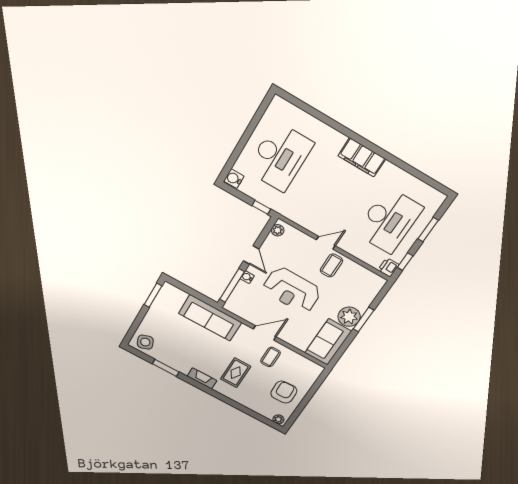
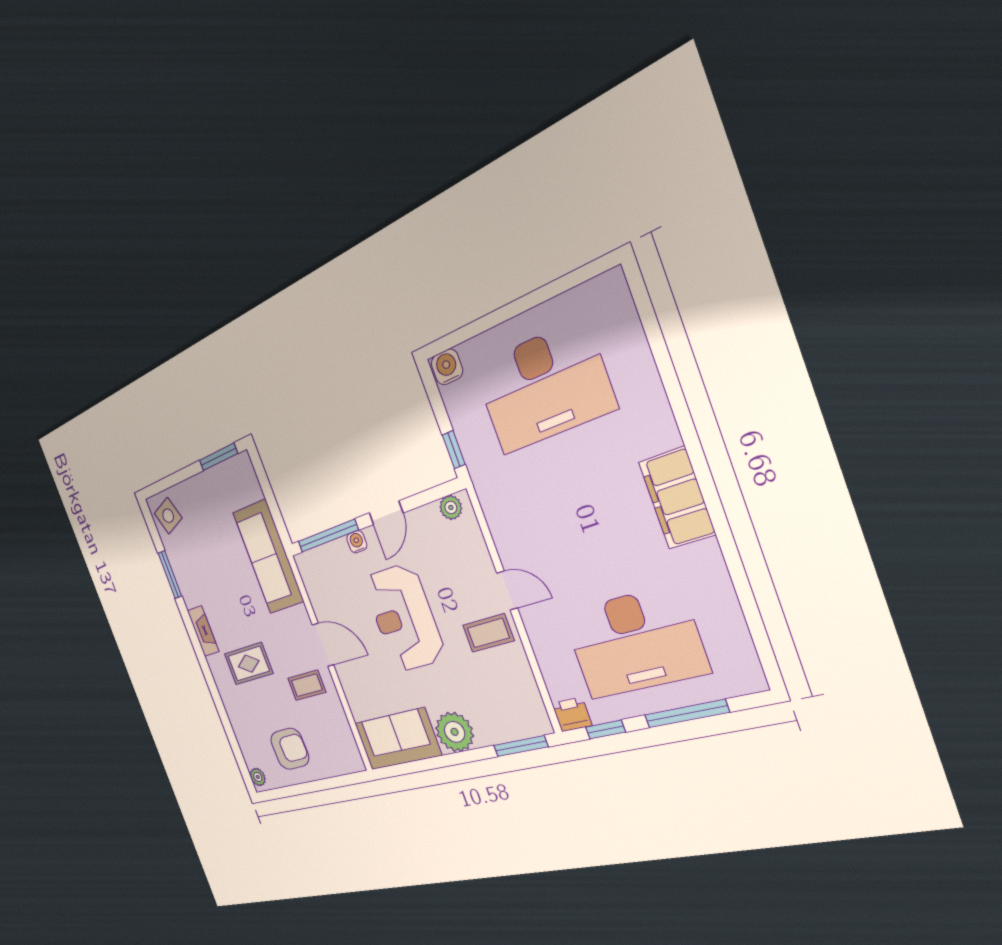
window: (428, 230) -> (686, 714), width x1.44
window: (364, 320) -> (521, 746), moved

